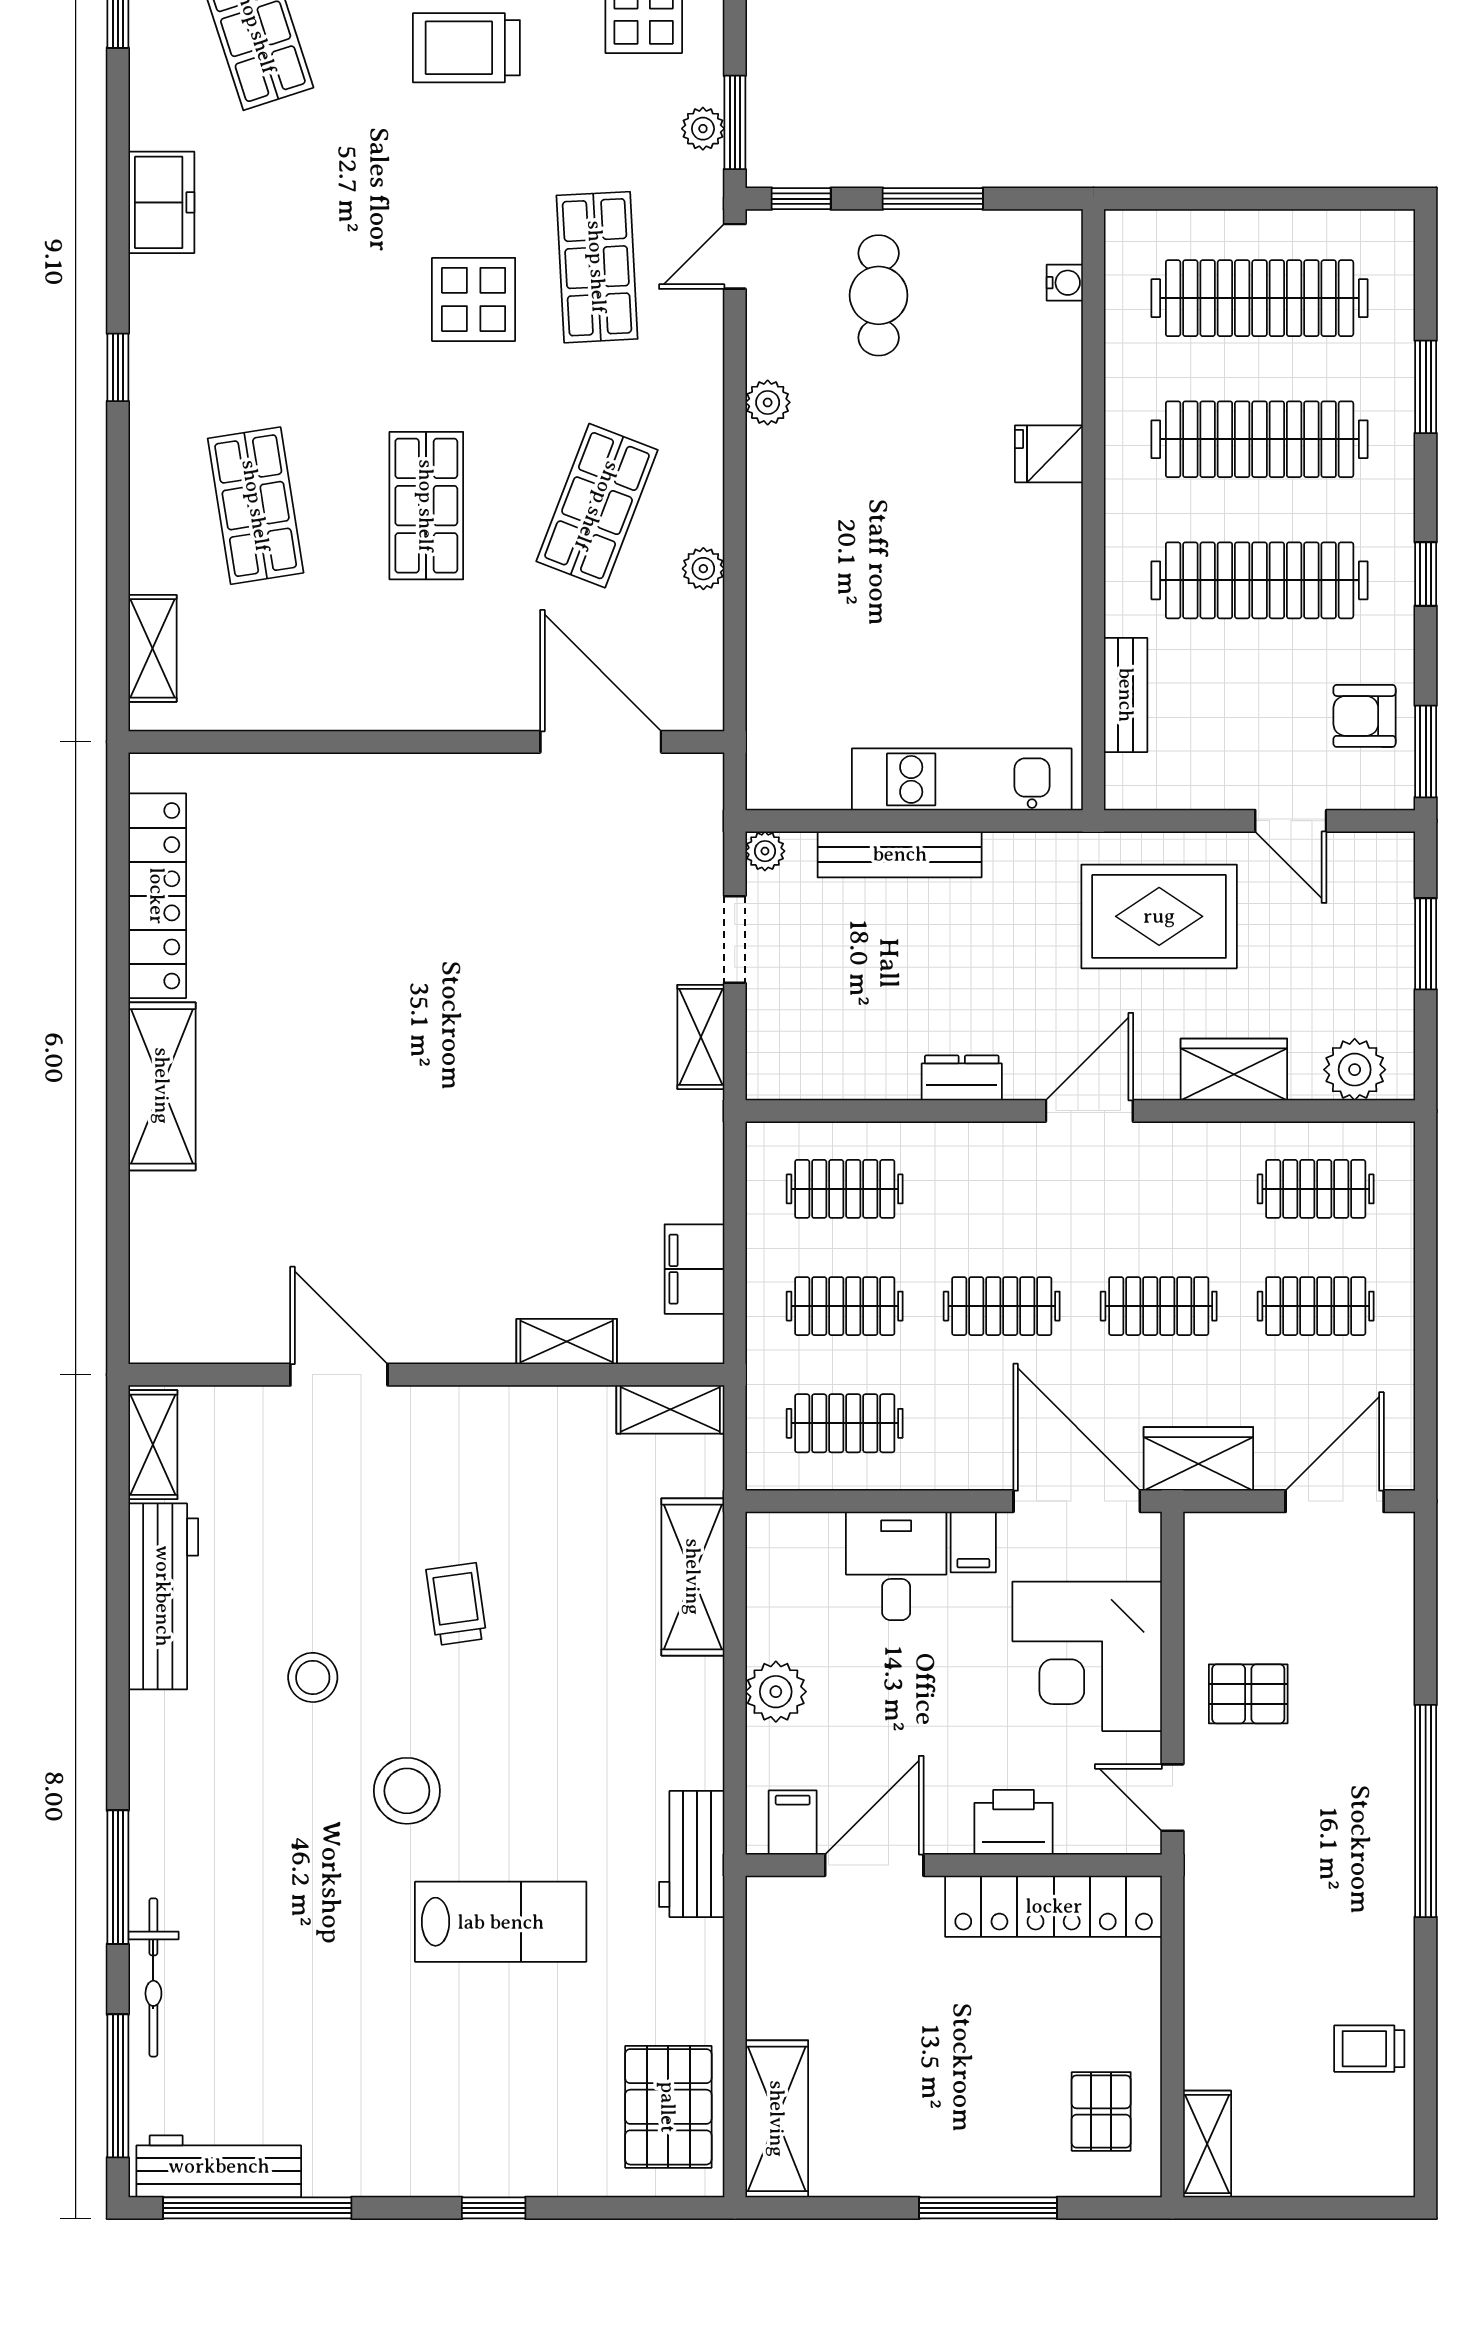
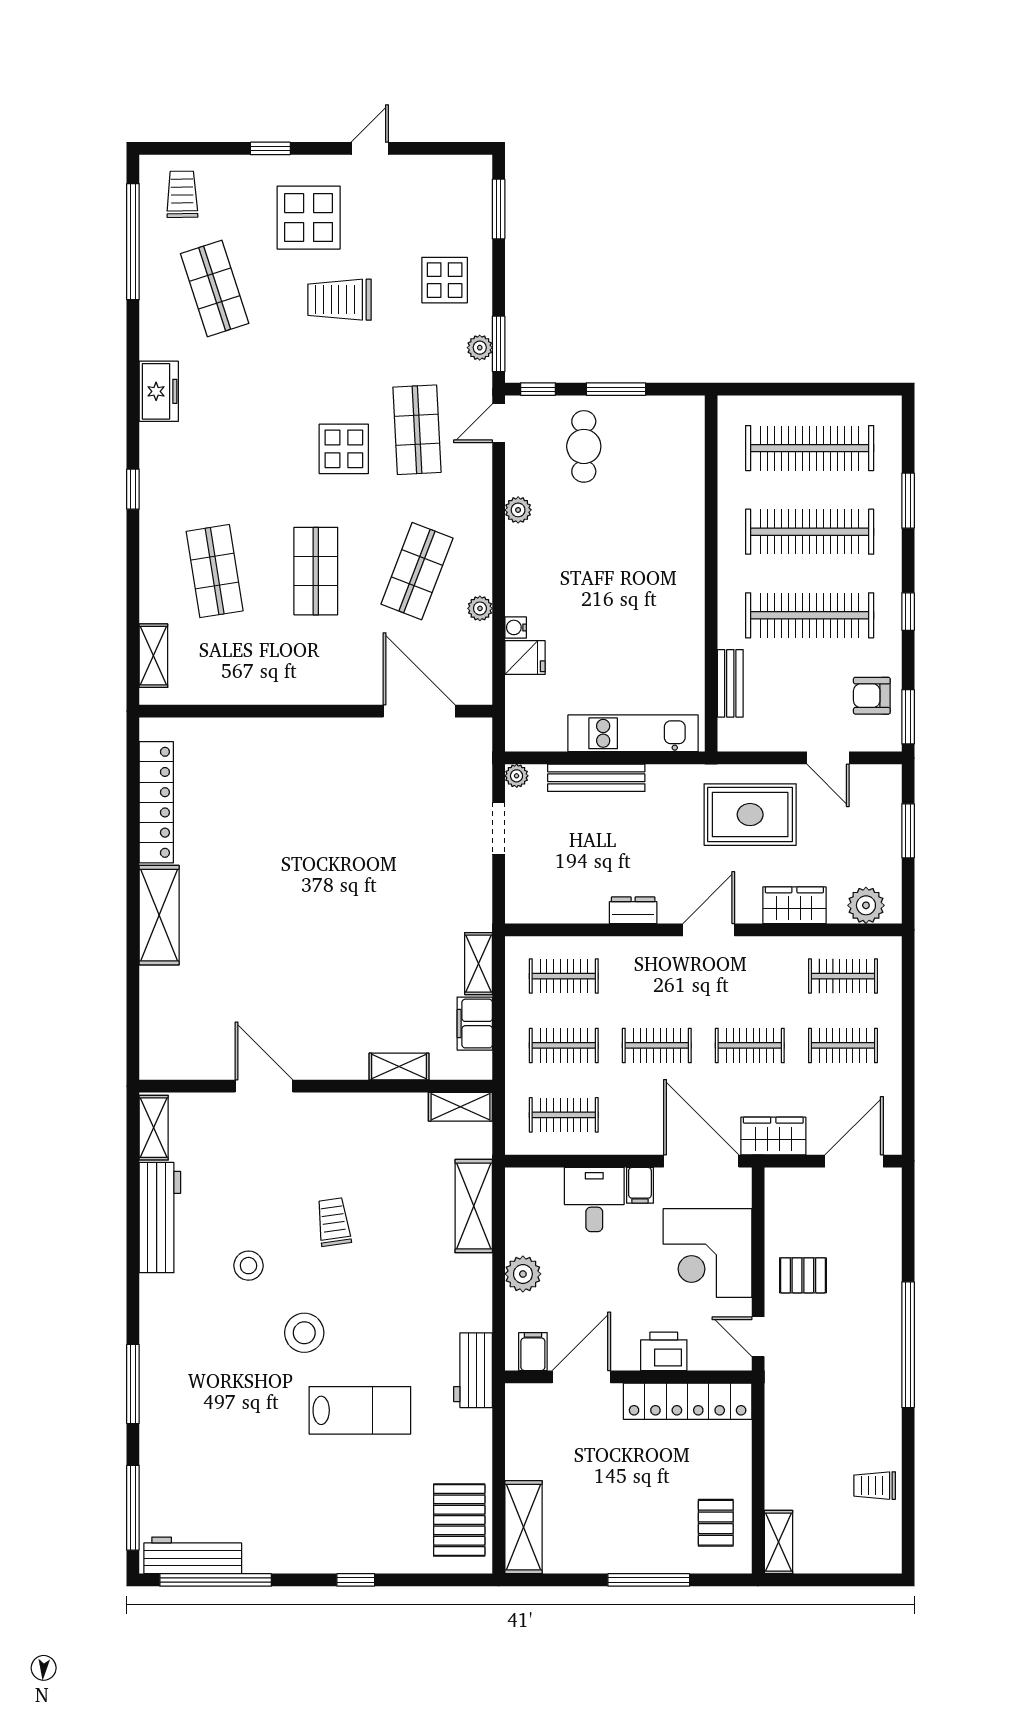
water cooler: (1065, 283) -> (516, 627), moved, turned 180
fridge: (1049, 454) -> (525, 658), moved, turned 180
shelving: (701, 1037) -> (478, 964), moved
bicycle: (153, 1977) -> (154, 1443), removed

